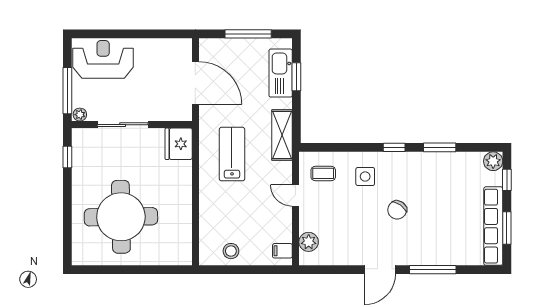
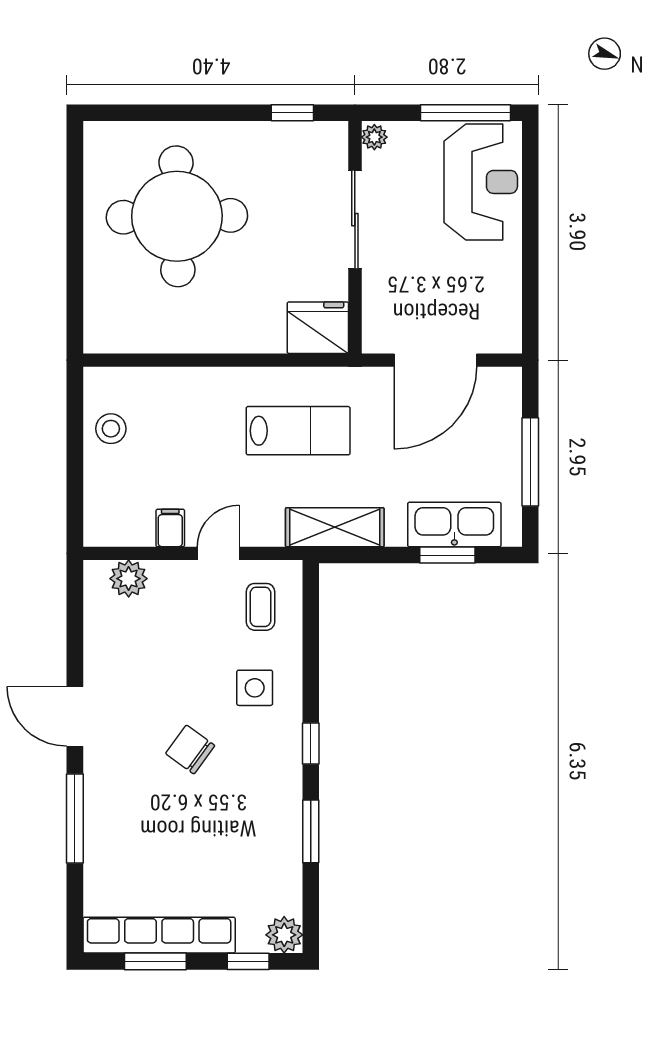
window: (67, 91) -> (466, 113), moved
filing cabinet: (282, 251) -> (170, 528), moved

